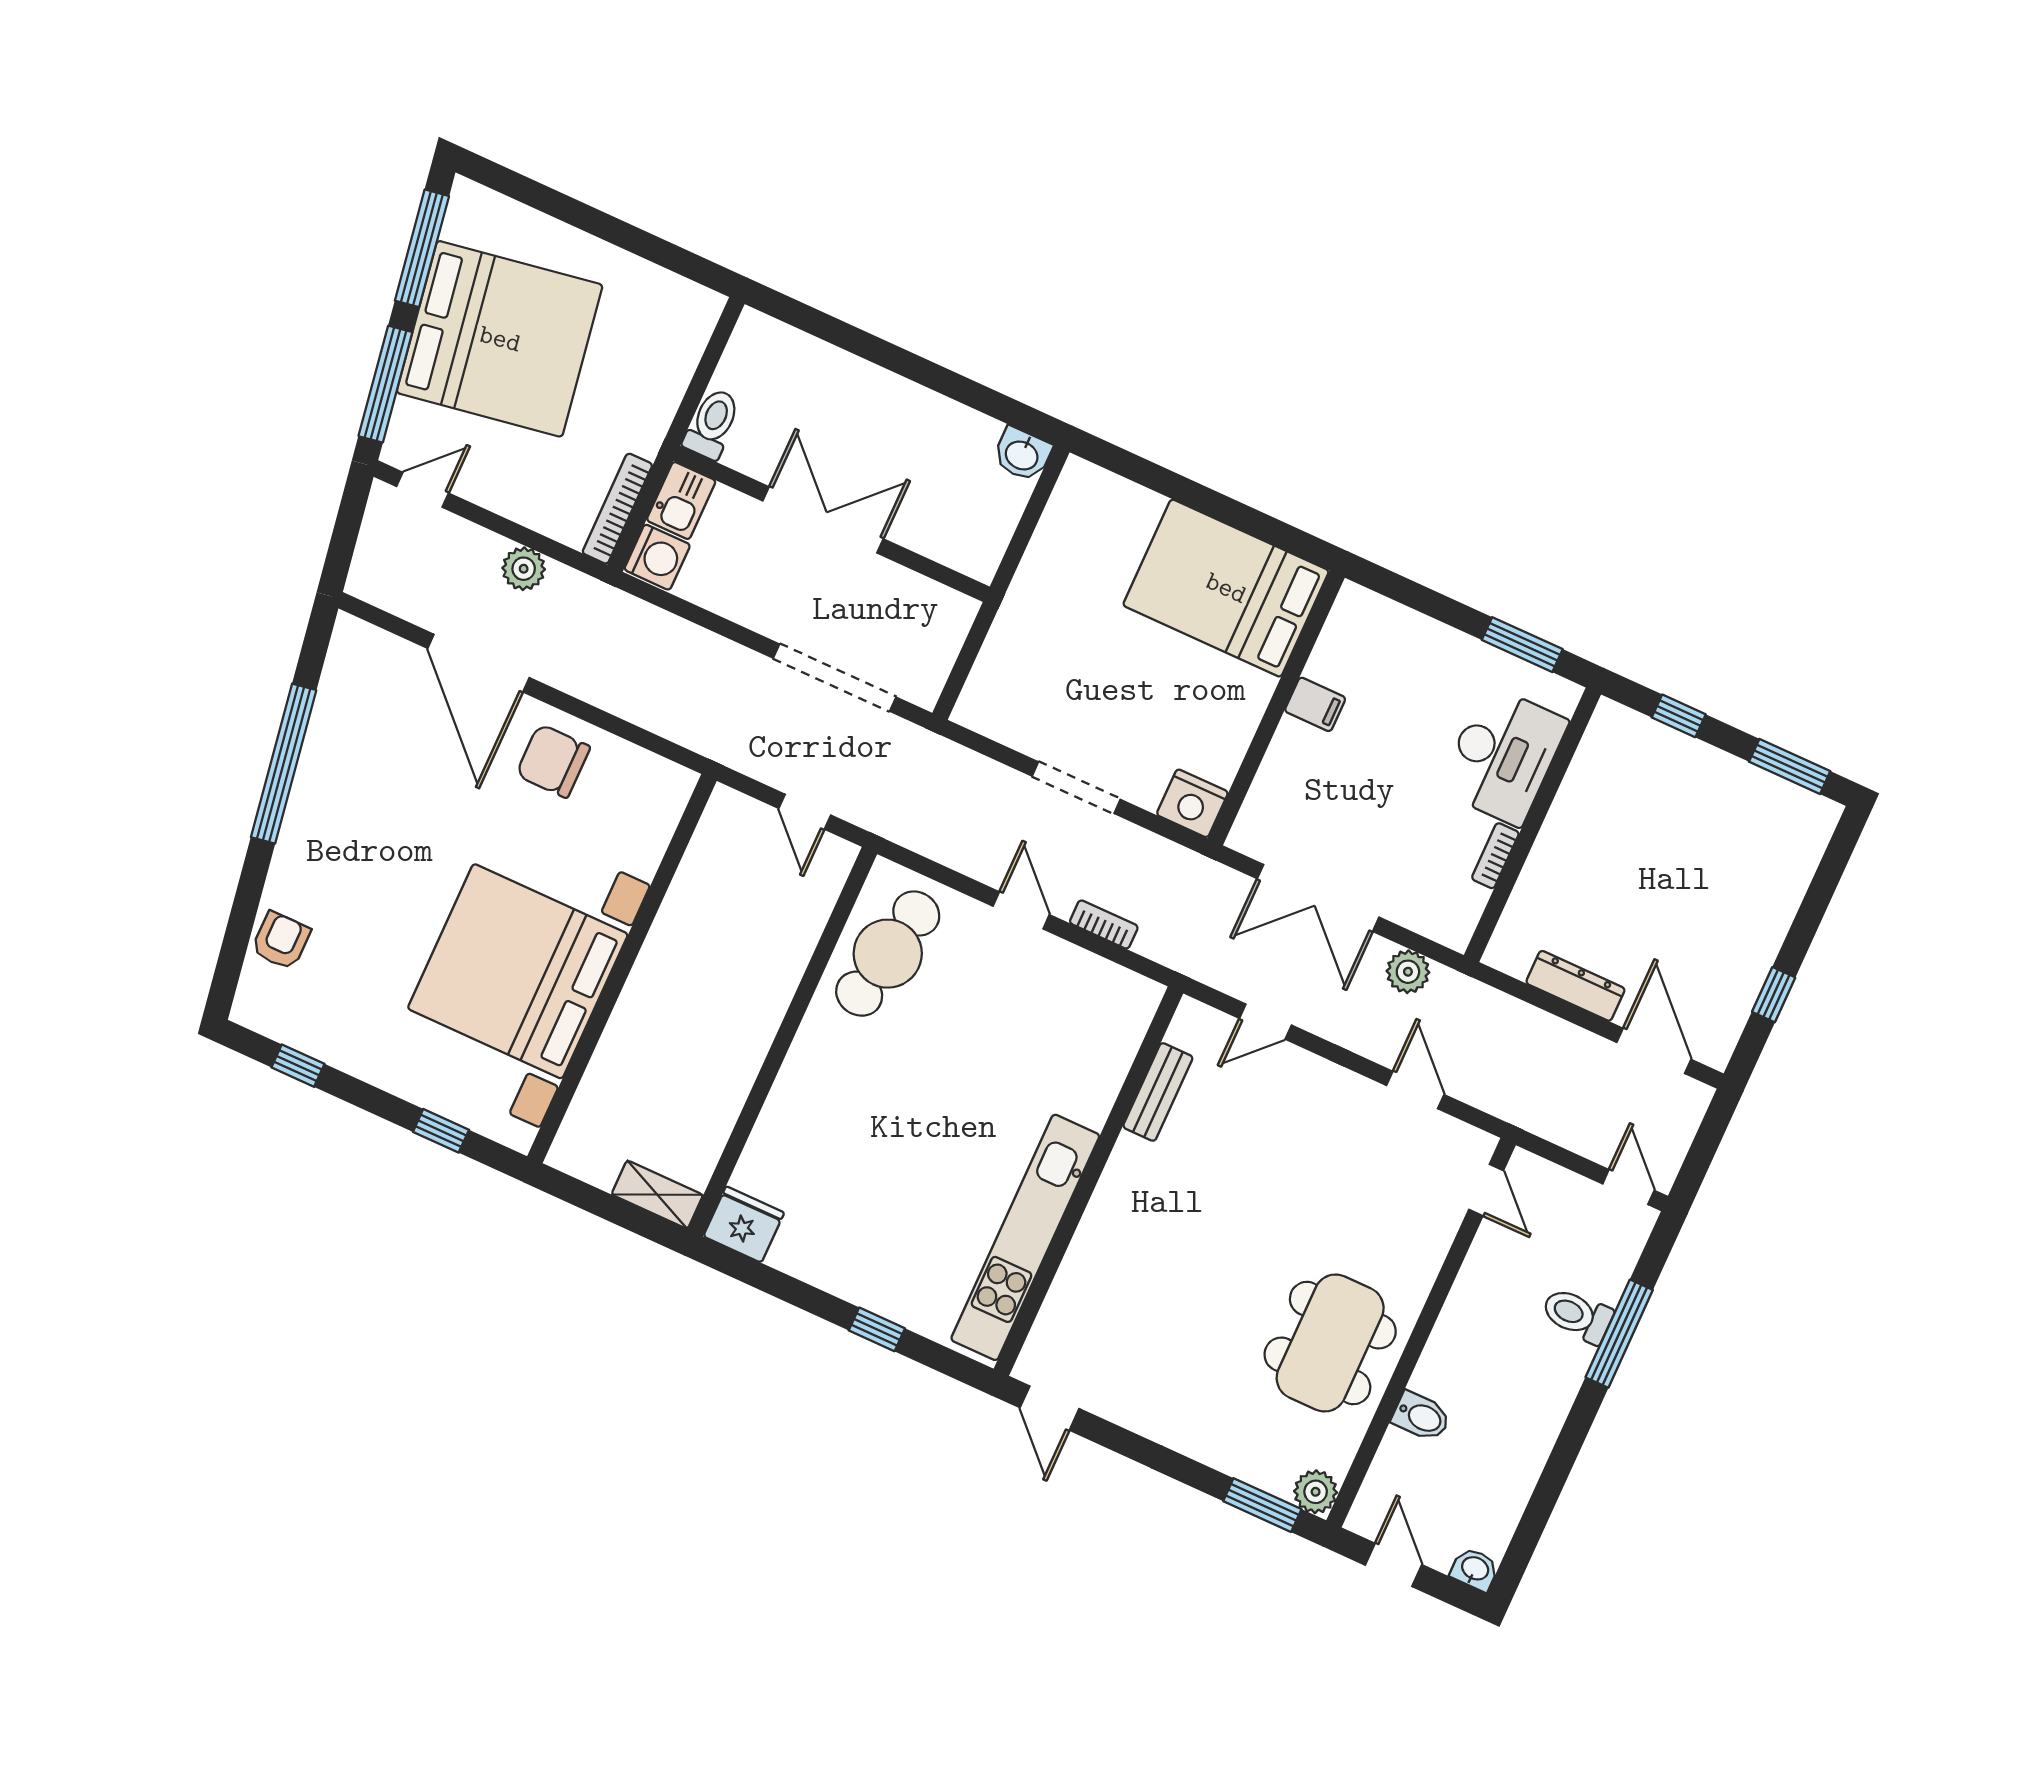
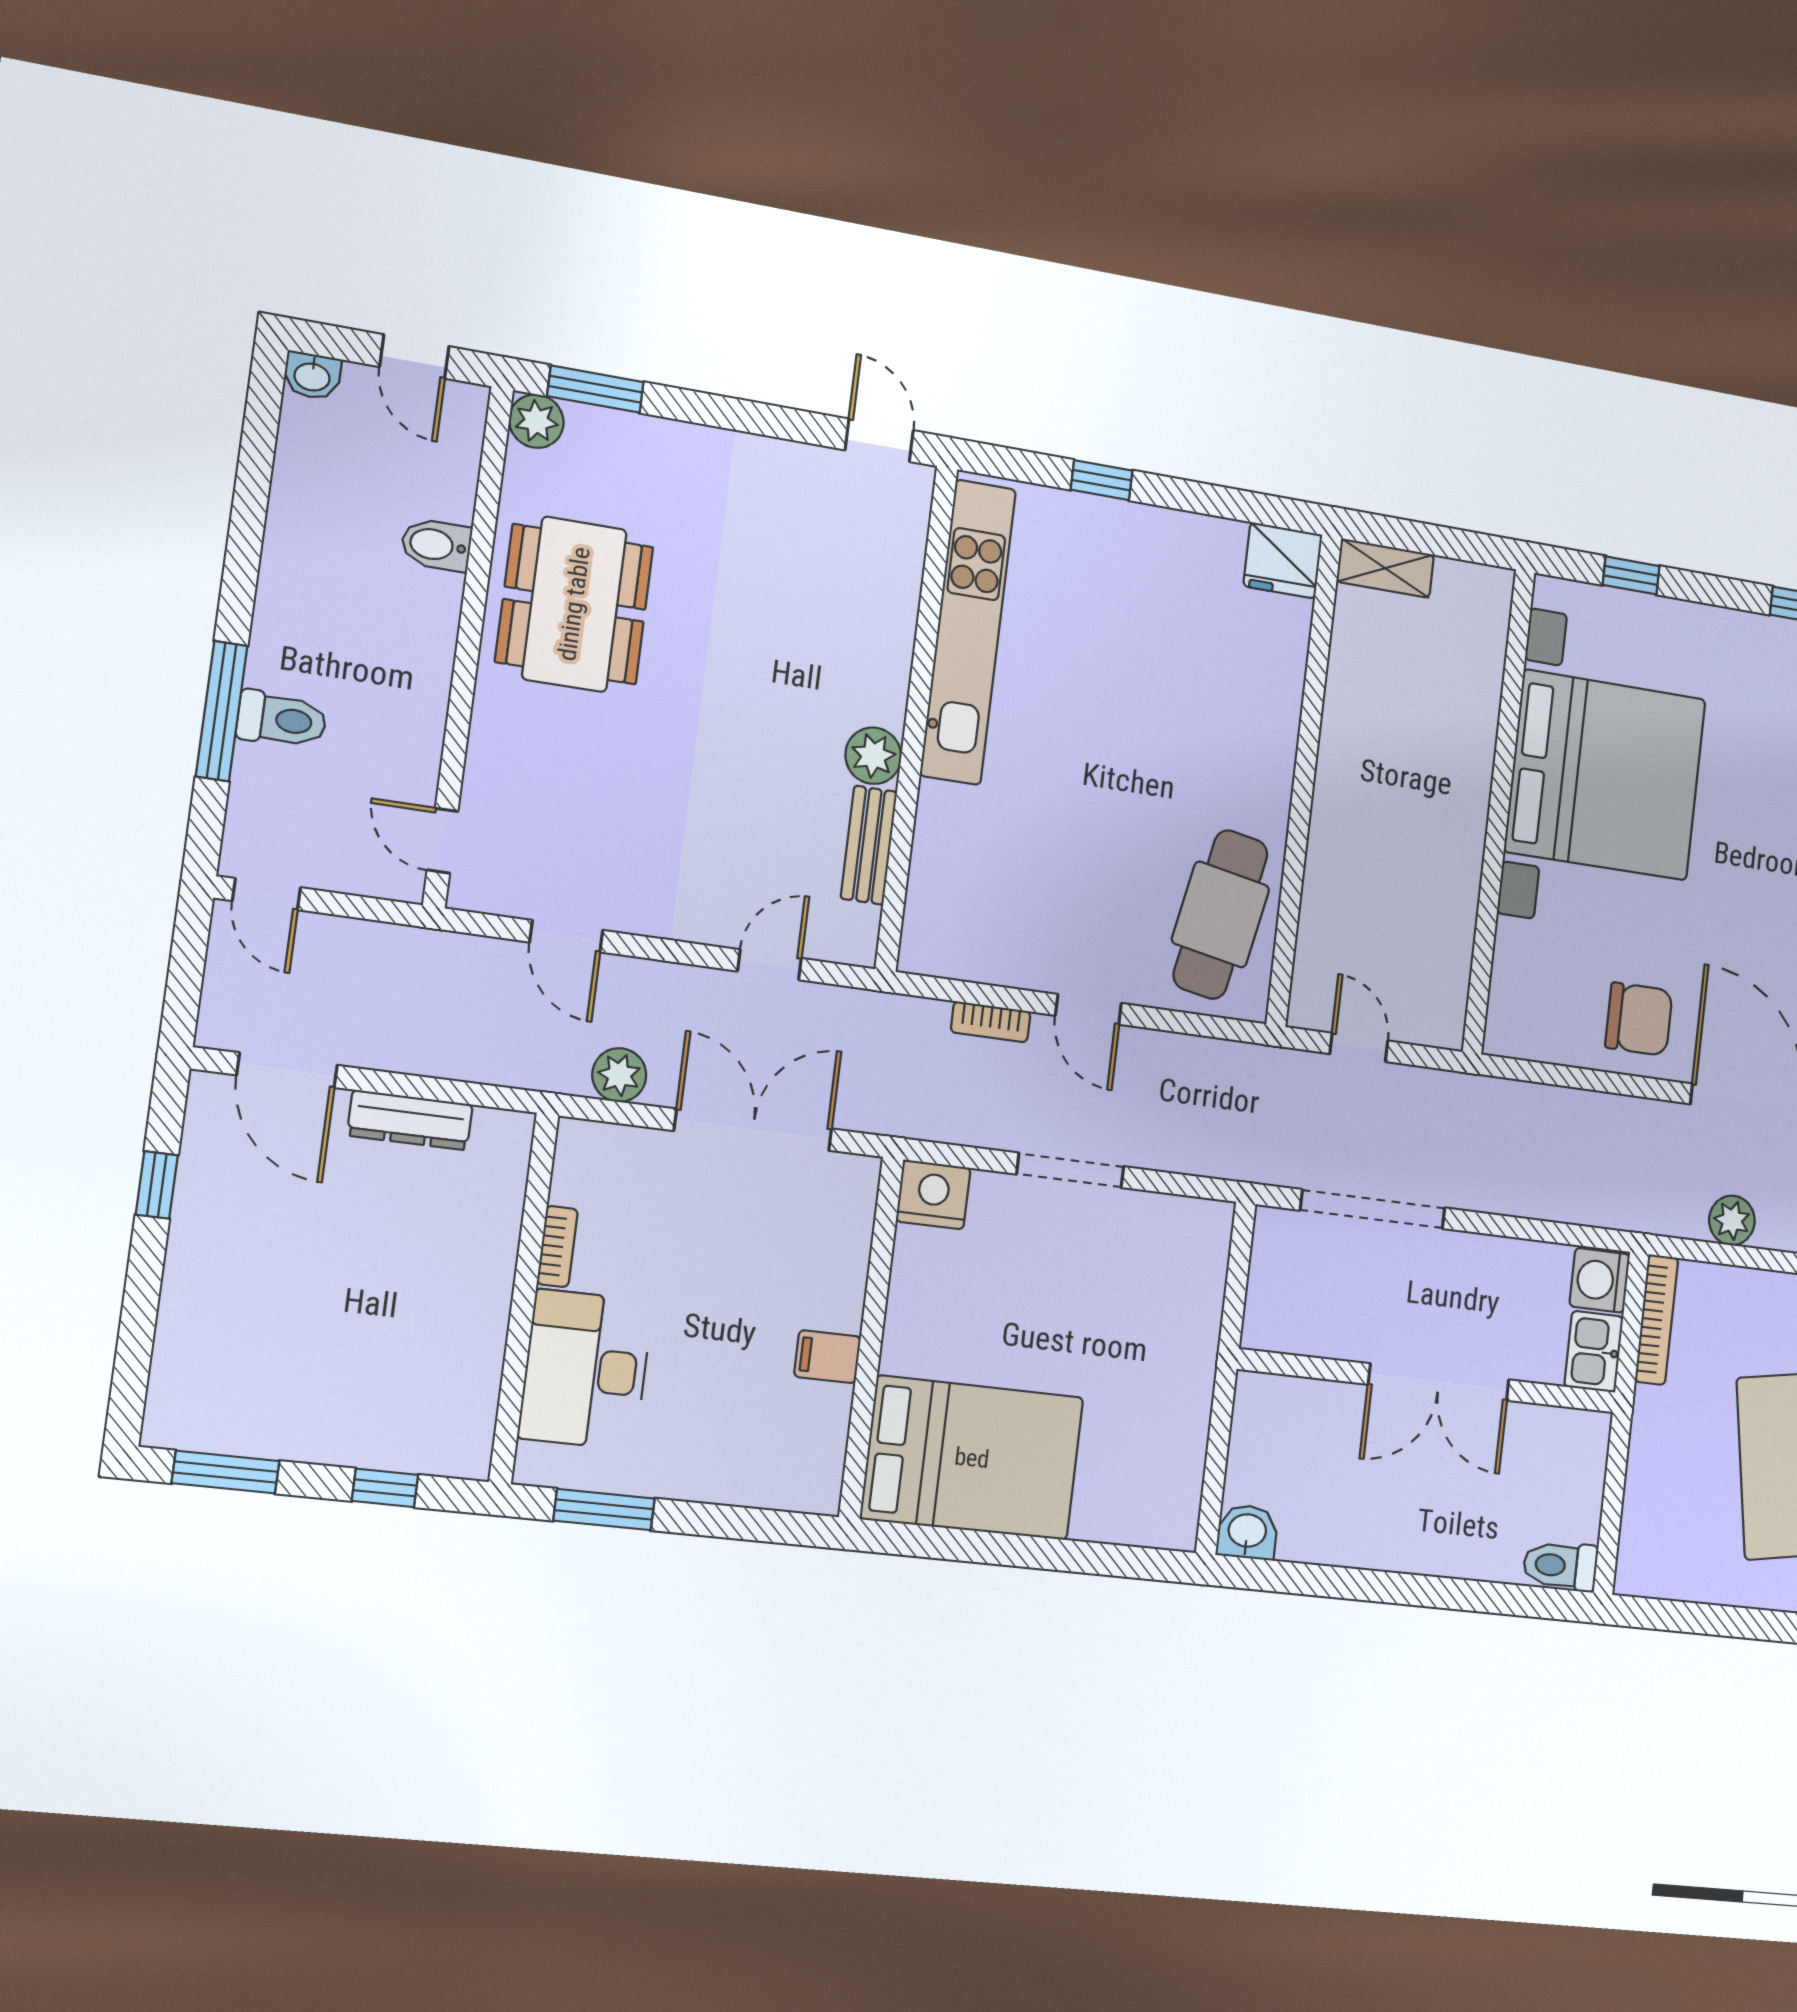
toilet: (712, 424) -> (1560, 1566), moved, turned 90
plant: (1132, 1161) -> (873, 756), added

